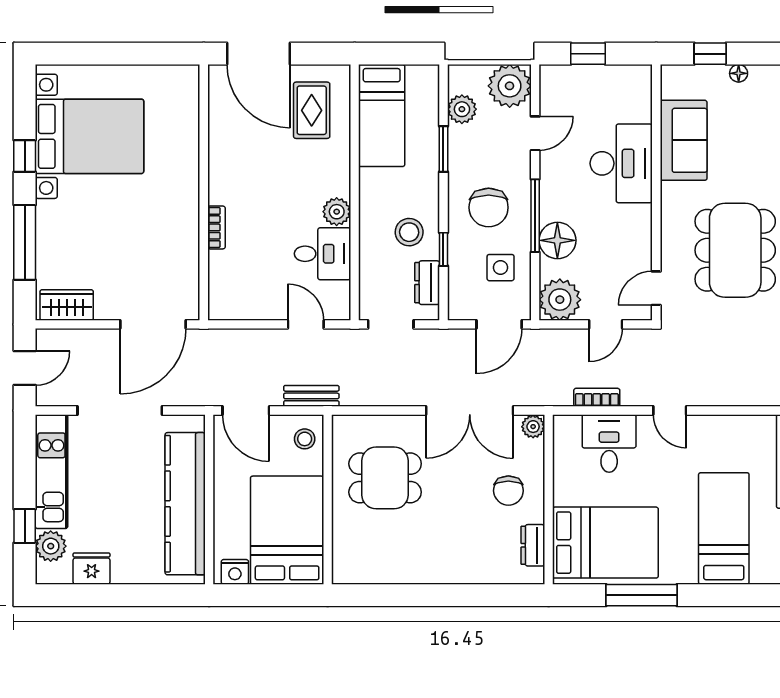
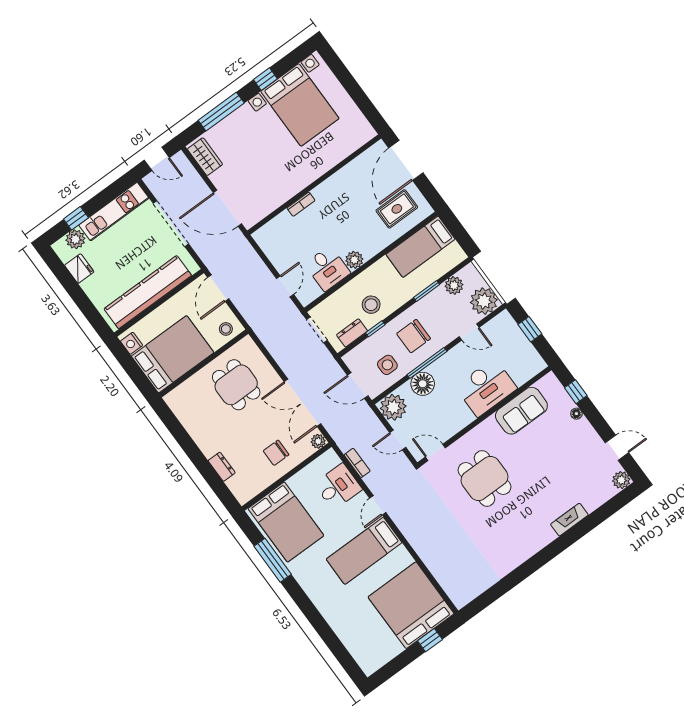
dining table: (735, 250) -> (484, 478), width x0.73
bench: (311, 396) -> (250, 316), removed
bed: (724, 528) -> (364, 551), moved, turned 180
dresser: (533, 545) -> (222, 467), moved, turned 90

